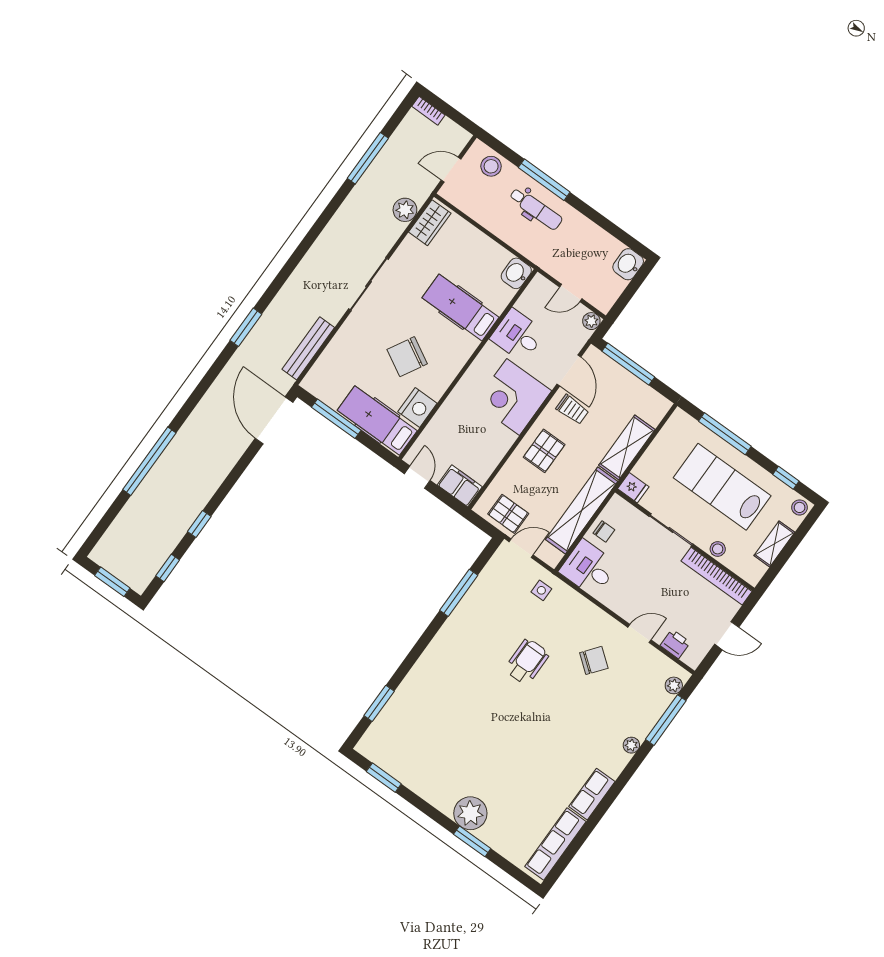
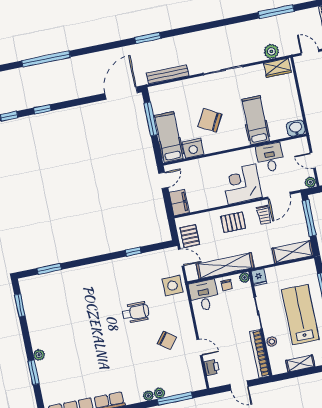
shelving: (627, 447) -> (293, 252), moved
plant: (617, 503) -> (244, 277), added
side table: (541, 590) -> (173, 286), width x1.87, depth x1.87
window: (459, 593) -> (133, 252), width x0.46
plant: (674, 685) -> (159, 393), moved
plant: (470, 813) -> (39, 355), width x0.53, depth x0.53

